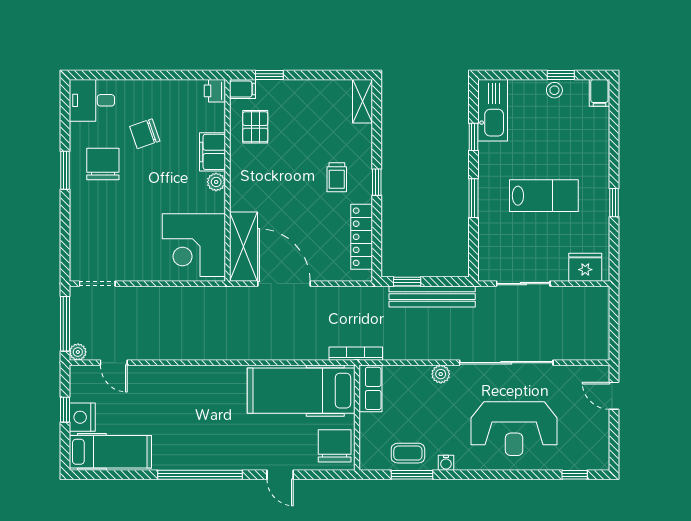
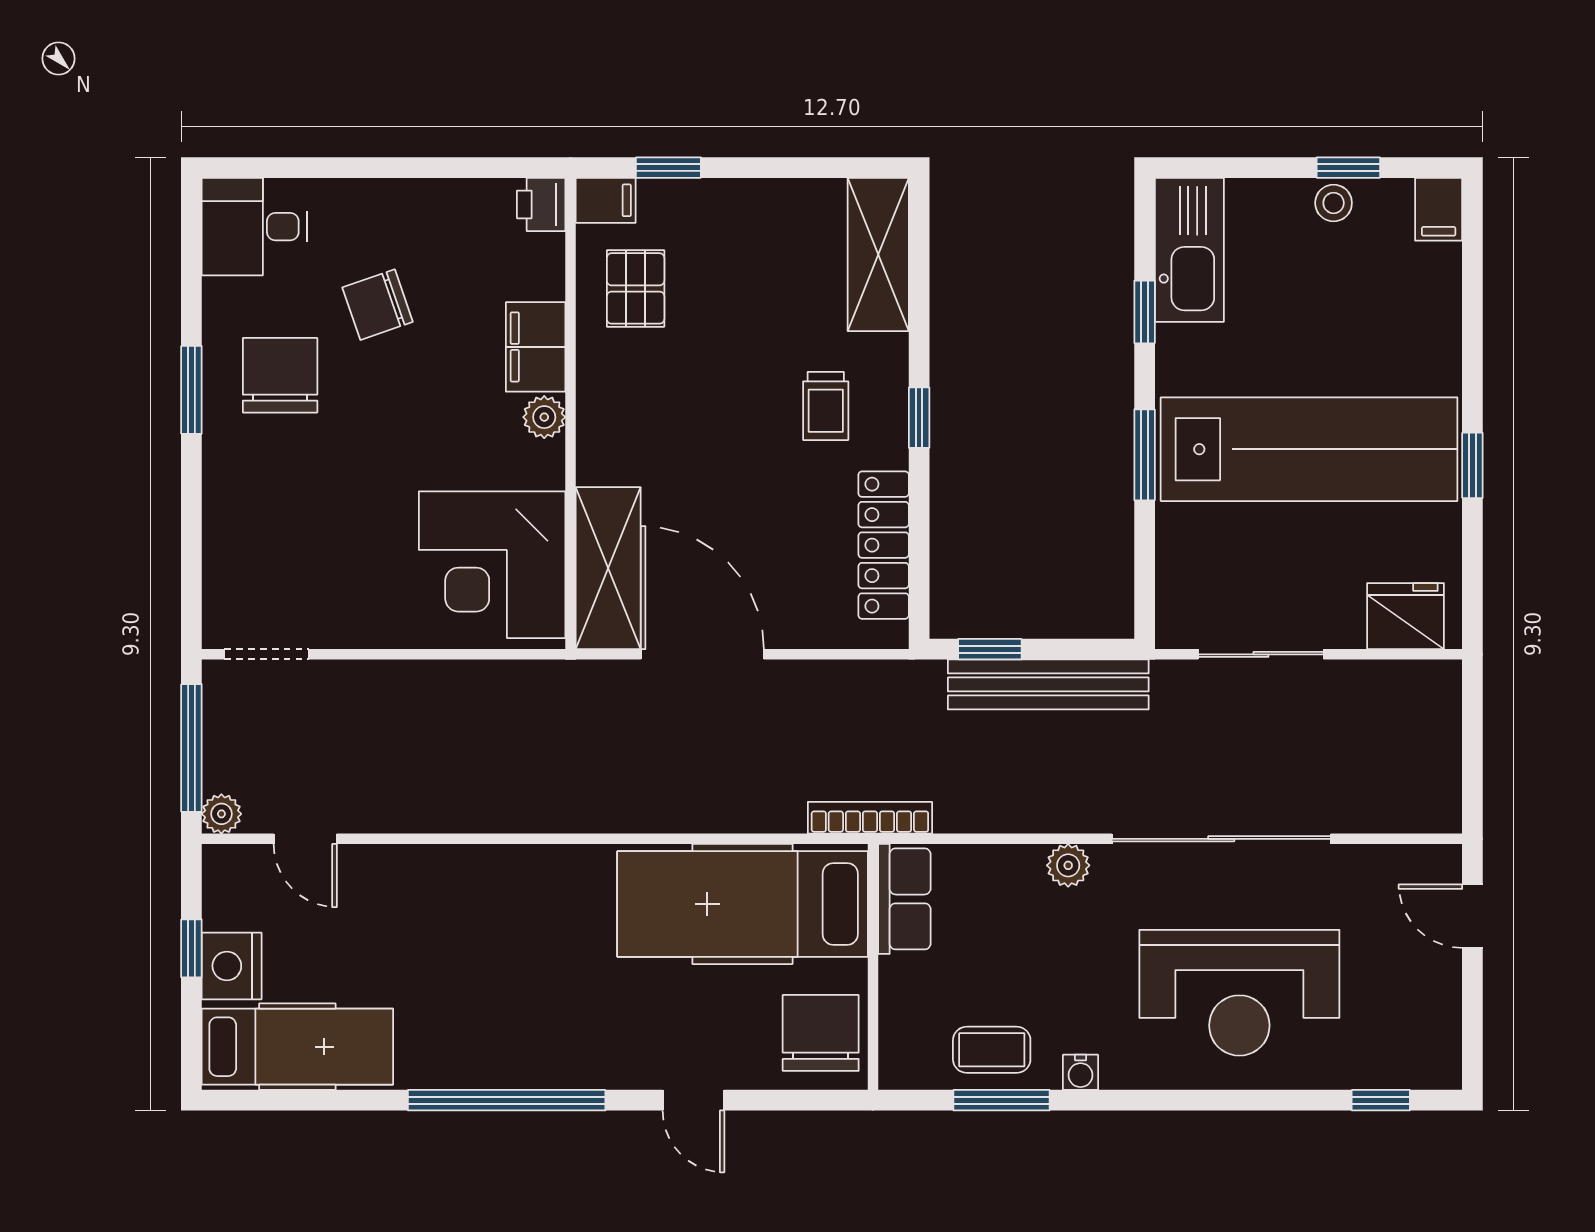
shelving: (363, 101) -> (878, 254), width x1.50, depth x1.33
lab bench: (544, 196) -> (1309, 449), width x1.86, depth x1.39

